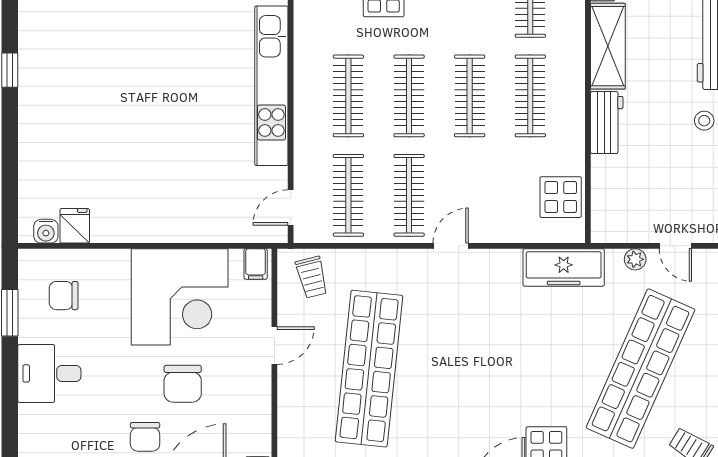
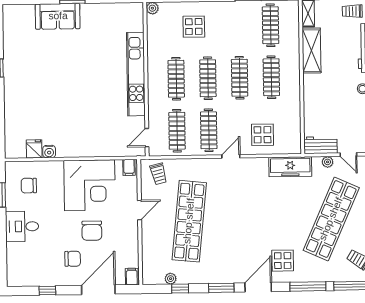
workbench: (607, 123) -> (321, 145), moved, turned -90
display table: (561, 197) -> (262, 135), moved
water cooler: (46, 231) -> (49, 152), moved
chair: (145, 437) -> (73, 259), turned -90

